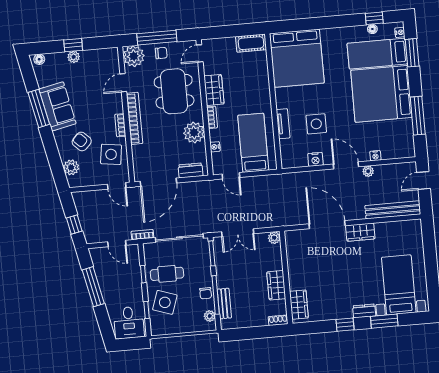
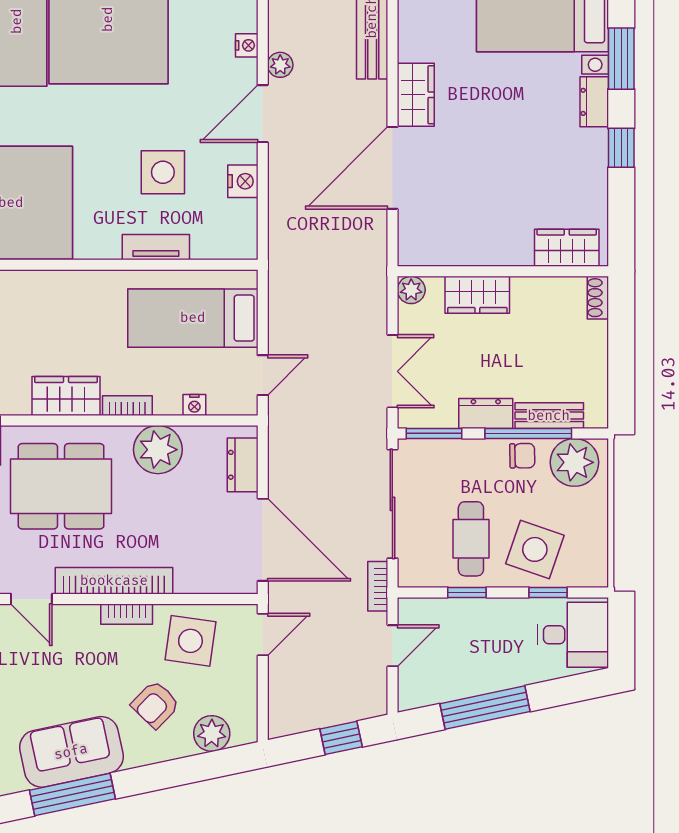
dresser: (223, 275) -> (486, 413), added
wardrobe: (276, 285) -> (477, 295), moved
plant: (210, 316) -> (574, 462), width x1.88, depth x1.88

